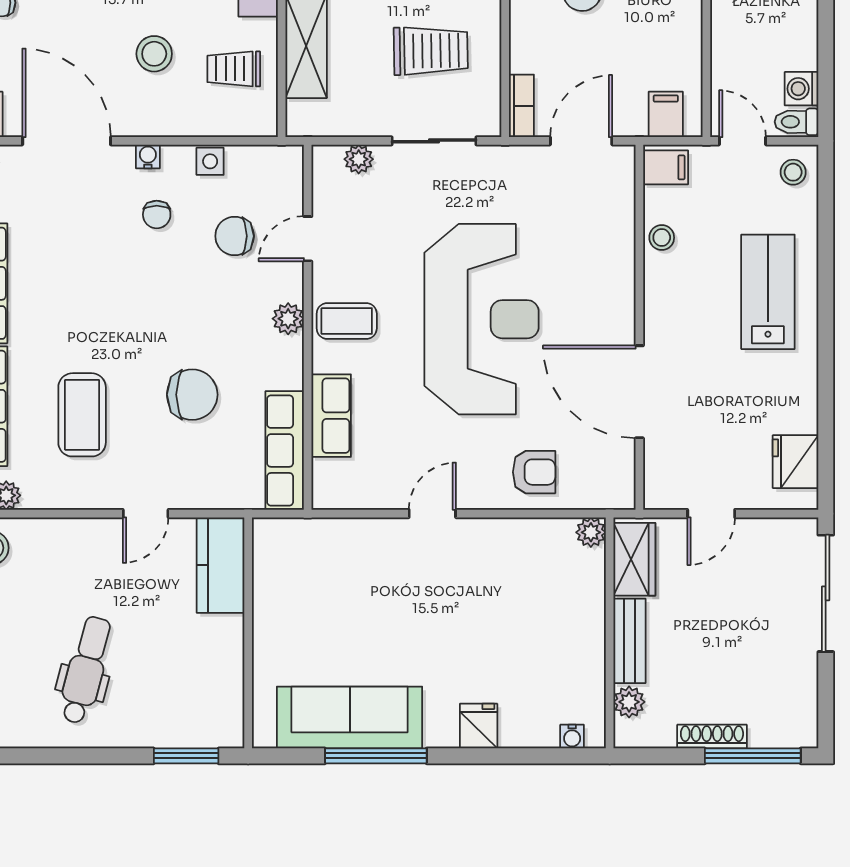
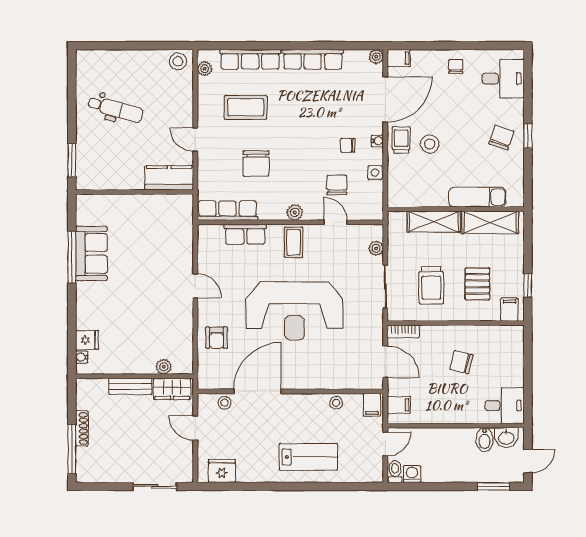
trolley: (234, 69) -> (401, 140), moved
stool: (793, 172) -> (225, 403), moved
plant: (591, 532) -> (164, 367), moved
sliding door: (826, 593) -> (155, 486), width x0.73
plant: (629, 702) -> (99, 386), removed
sofa: (350, 718) -> (91, 253), width x0.73
fridge: (479, 726) -> (87, 340), moved

